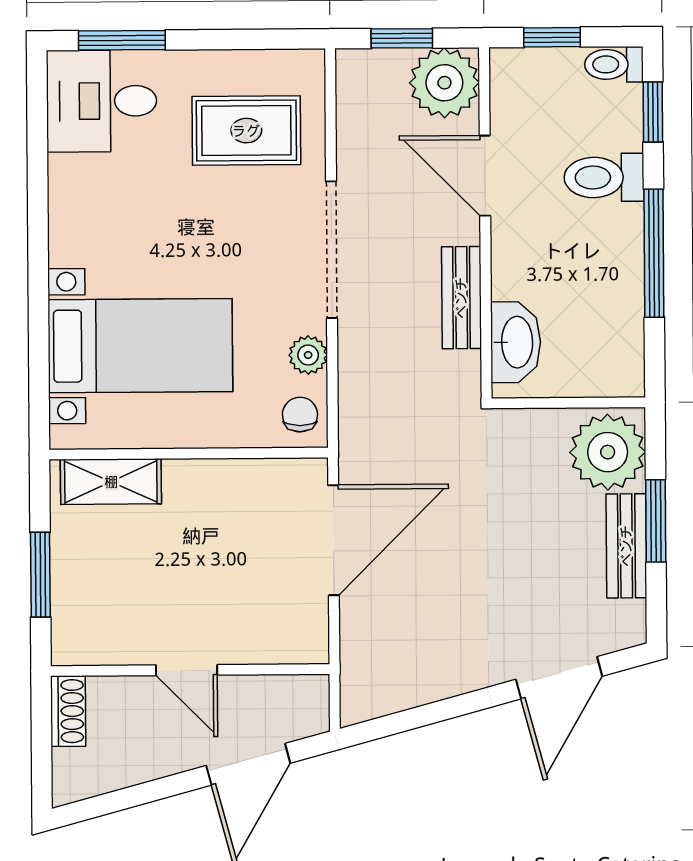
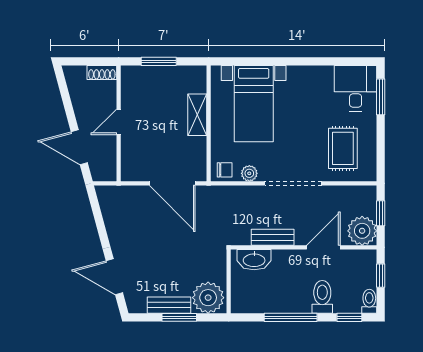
shelving: (111, 482) -> (197, 115), moved

